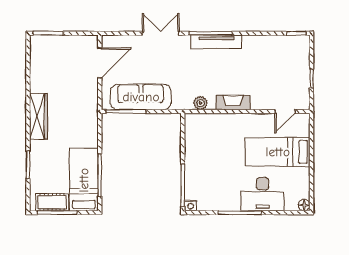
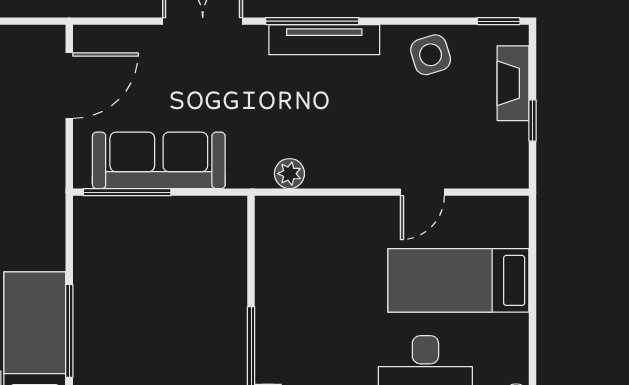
side table: (265, 49) -> (431, 55), added
fireplace: (233, 103) -> (513, 83), moved, turned -90
door: (285, 112) -> (422, 192), moved

